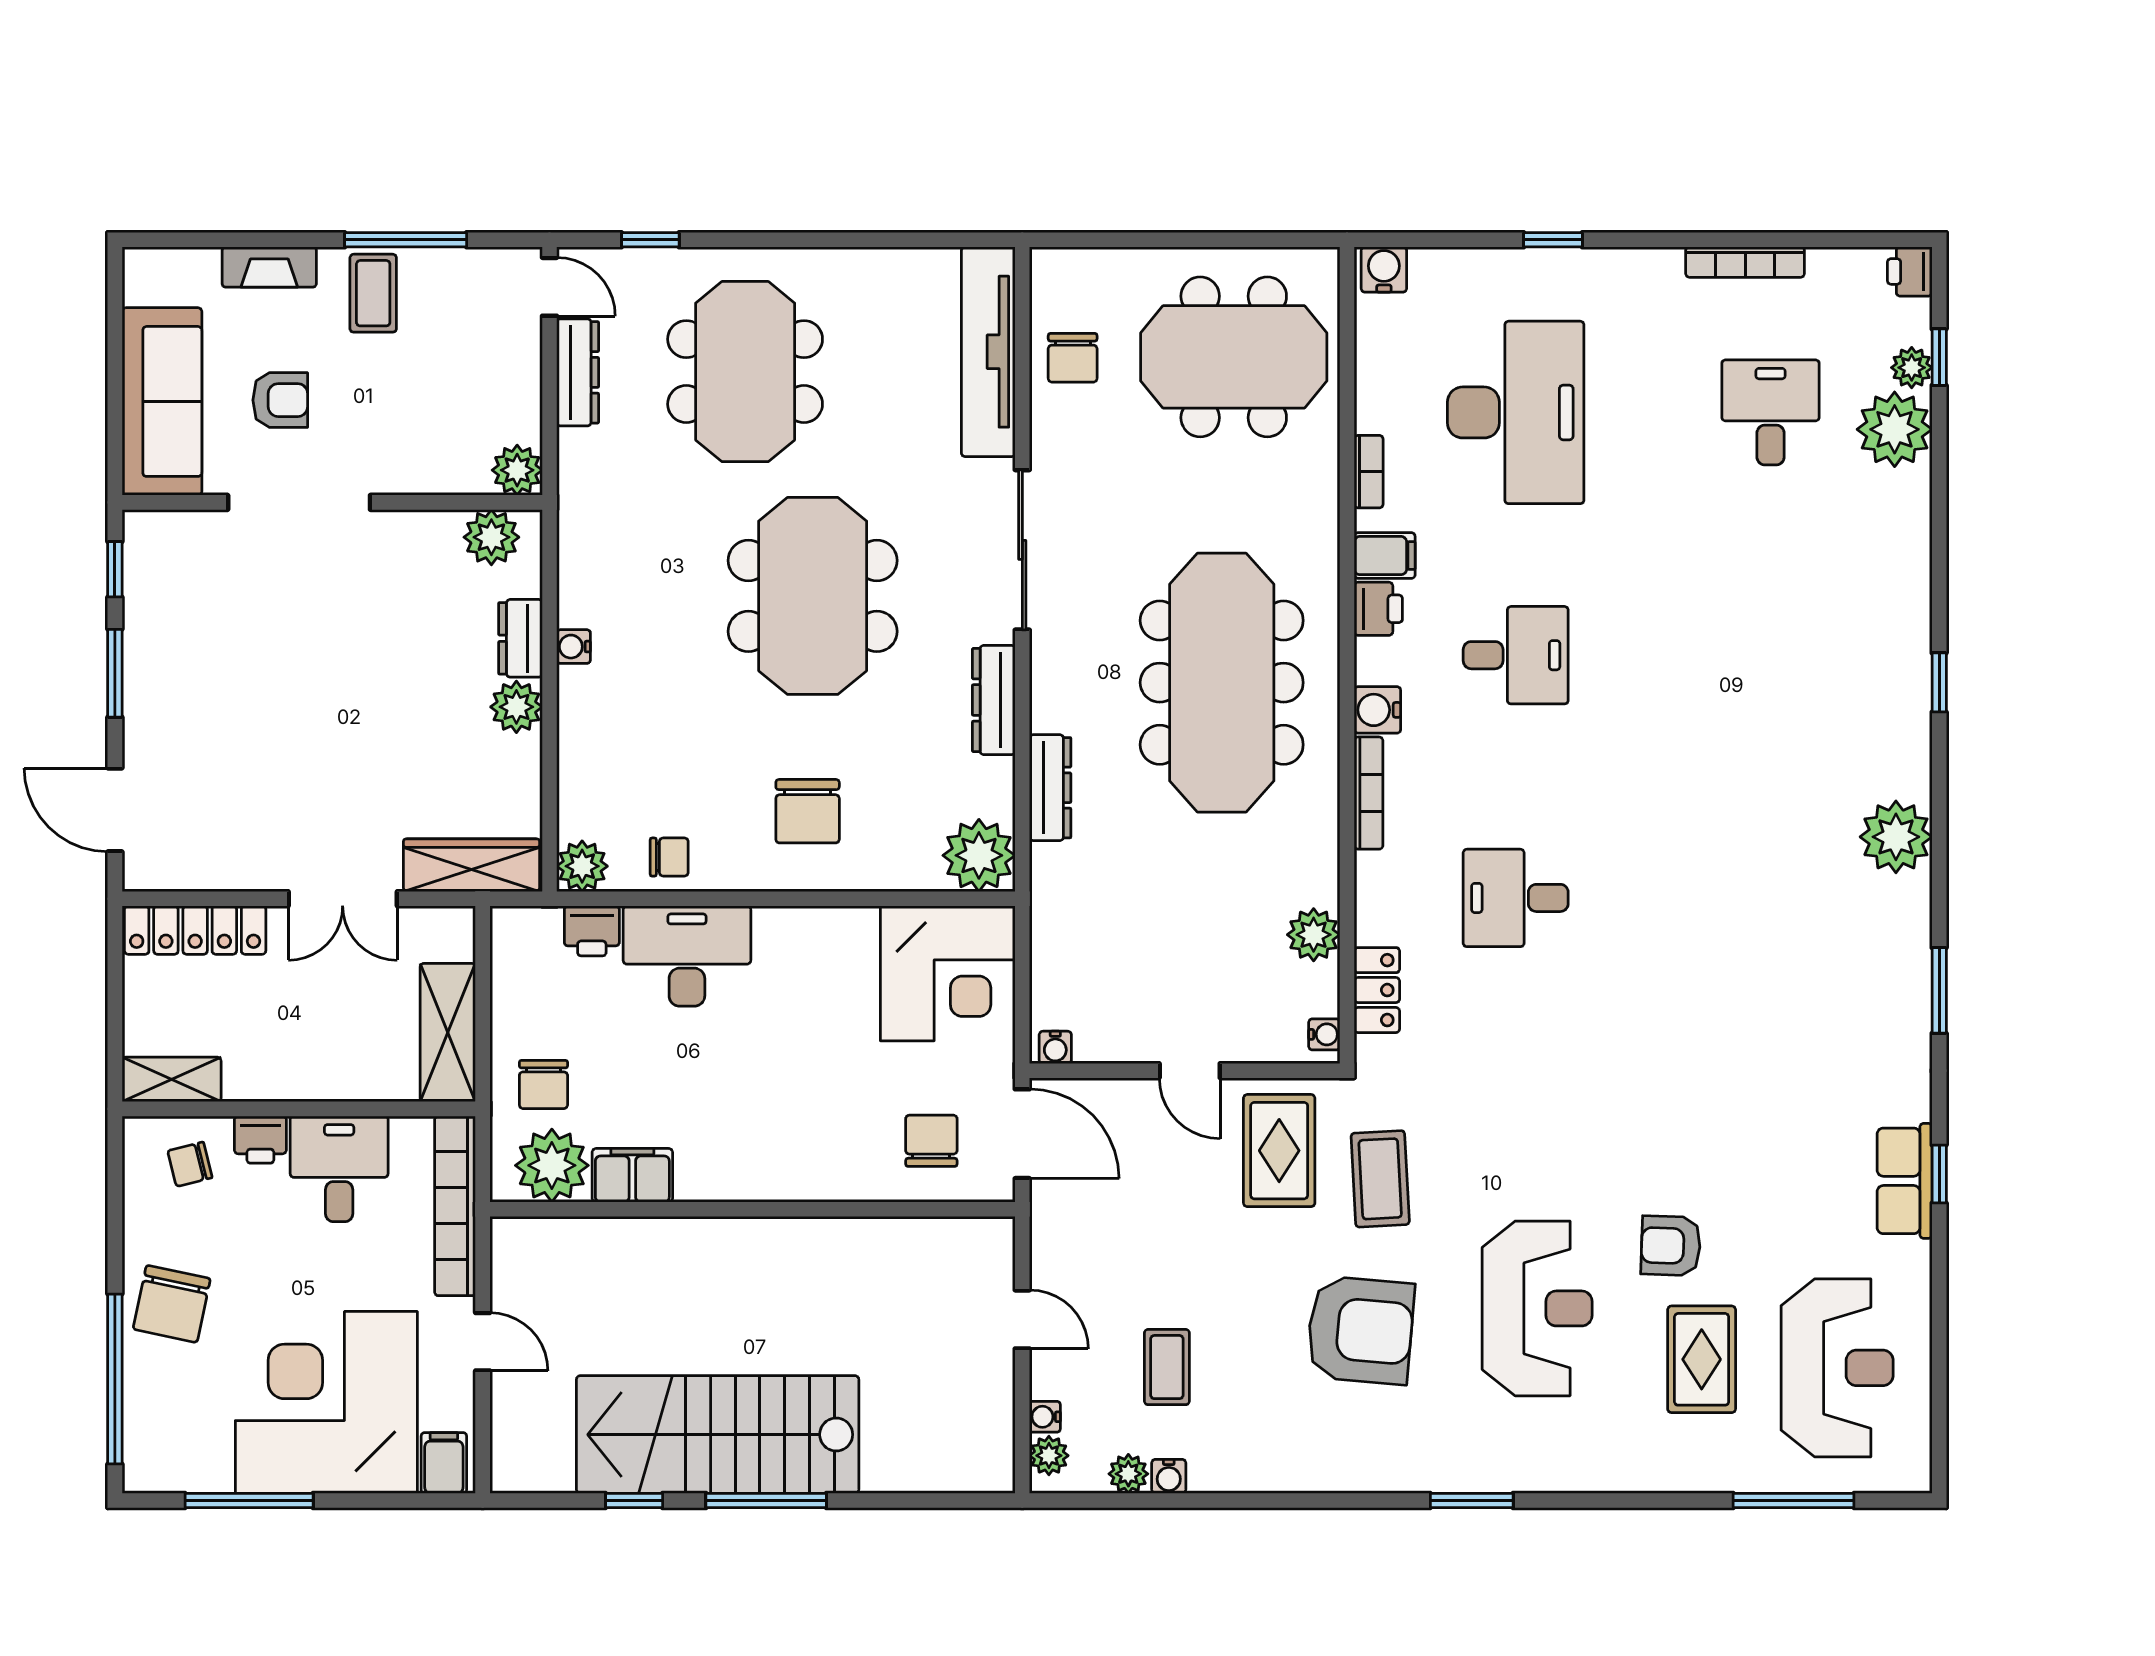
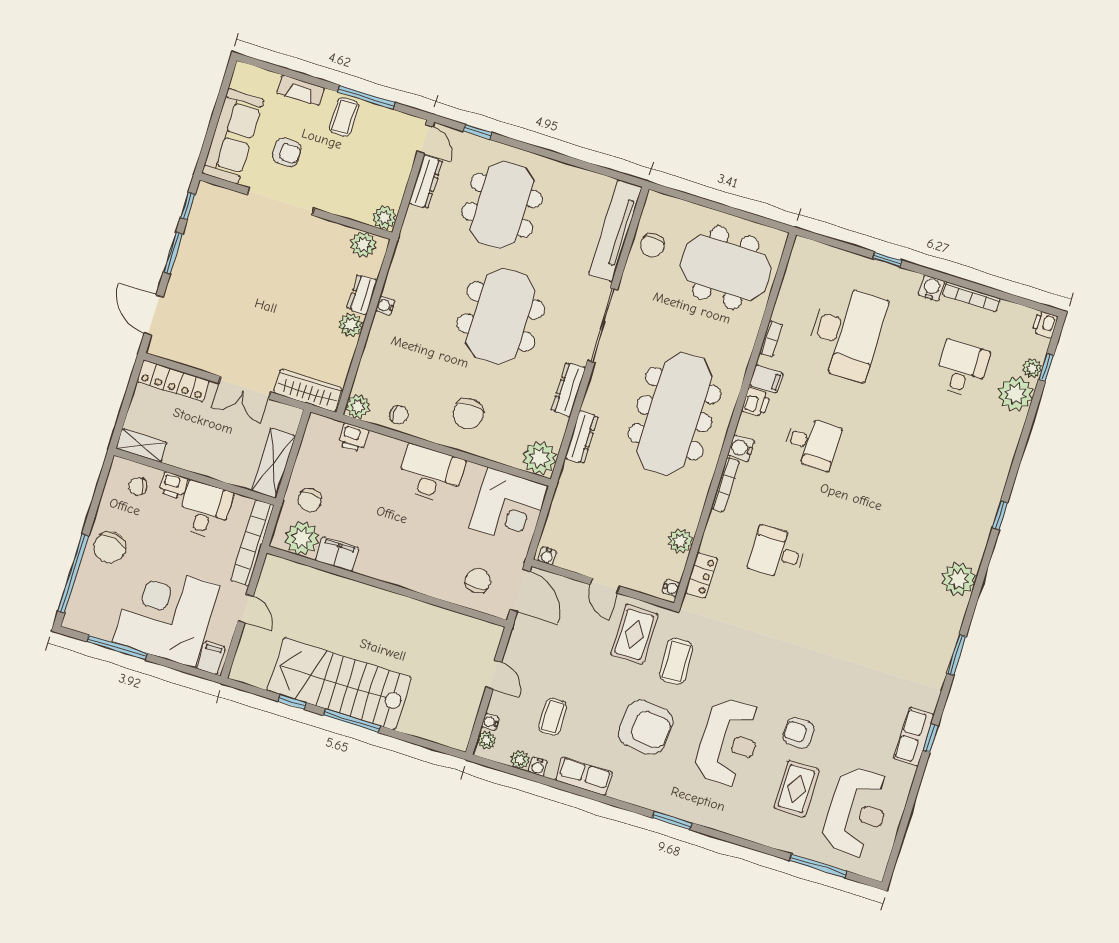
water cooler: (1384, 270) -> (931, 288), moved
desk: (687, 956) -> (431, 474), moved
row of seats: (1267, 1467) -> (584, 776), added

